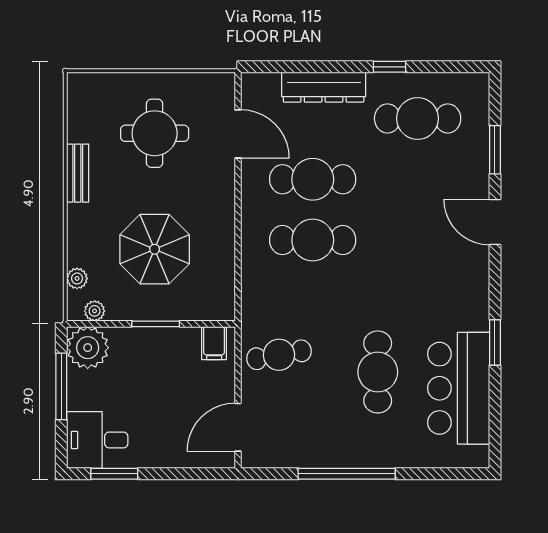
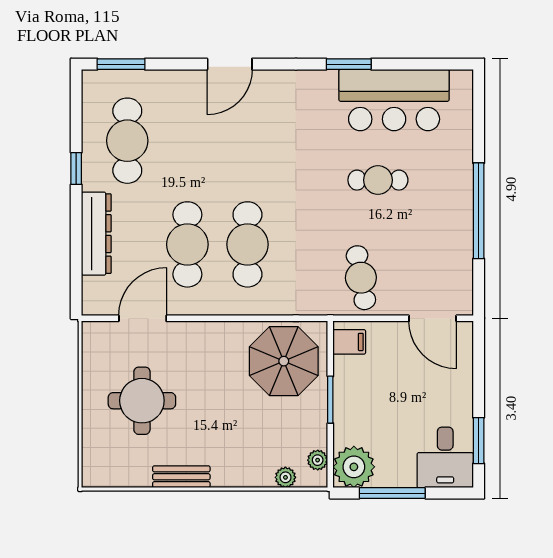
window: (495, 150) -> (121, 64), moved
parasol: (155, 249) -> (284, 361), moved
cafe table: (378, 372) -> (378, 180), width x0.73, depth x0.74

